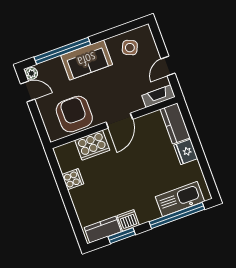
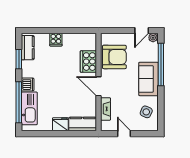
fireplace: (159, 96) -> (106, 109), moved
cooker: (73, 179) -> (56, 40), moved
dishwasher: (128, 220) -> (28, 85), moved

